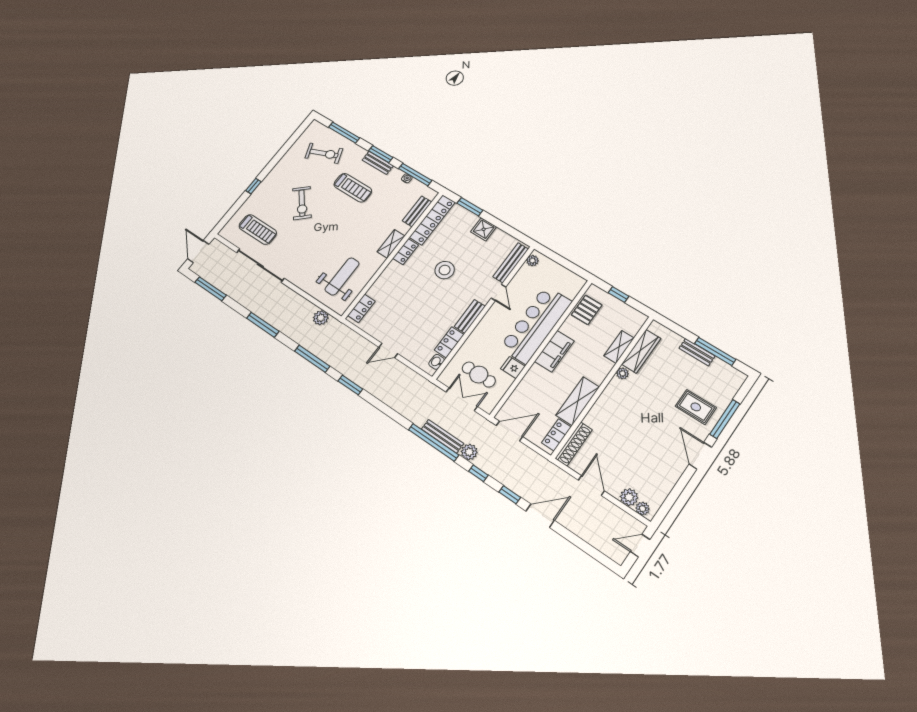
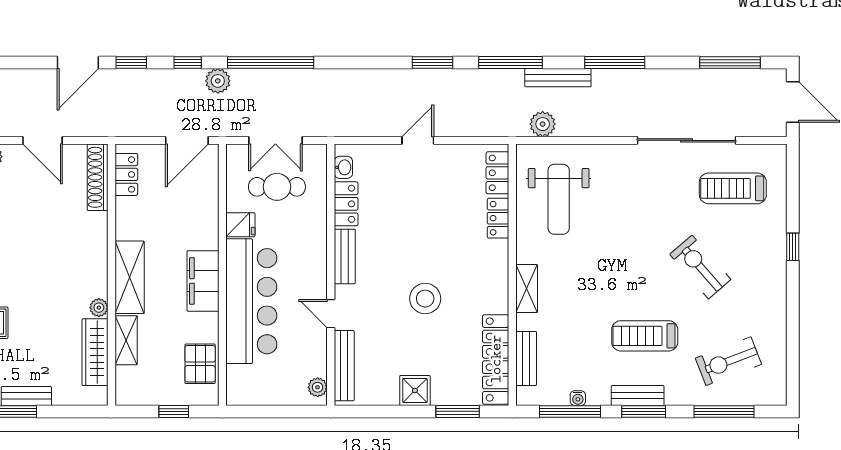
locker: (406, 252) -> (498, 218), moved
shelving: (578, 401) -> (130, 277), moved
bench: (442, 436) -> (558, 78), moved

